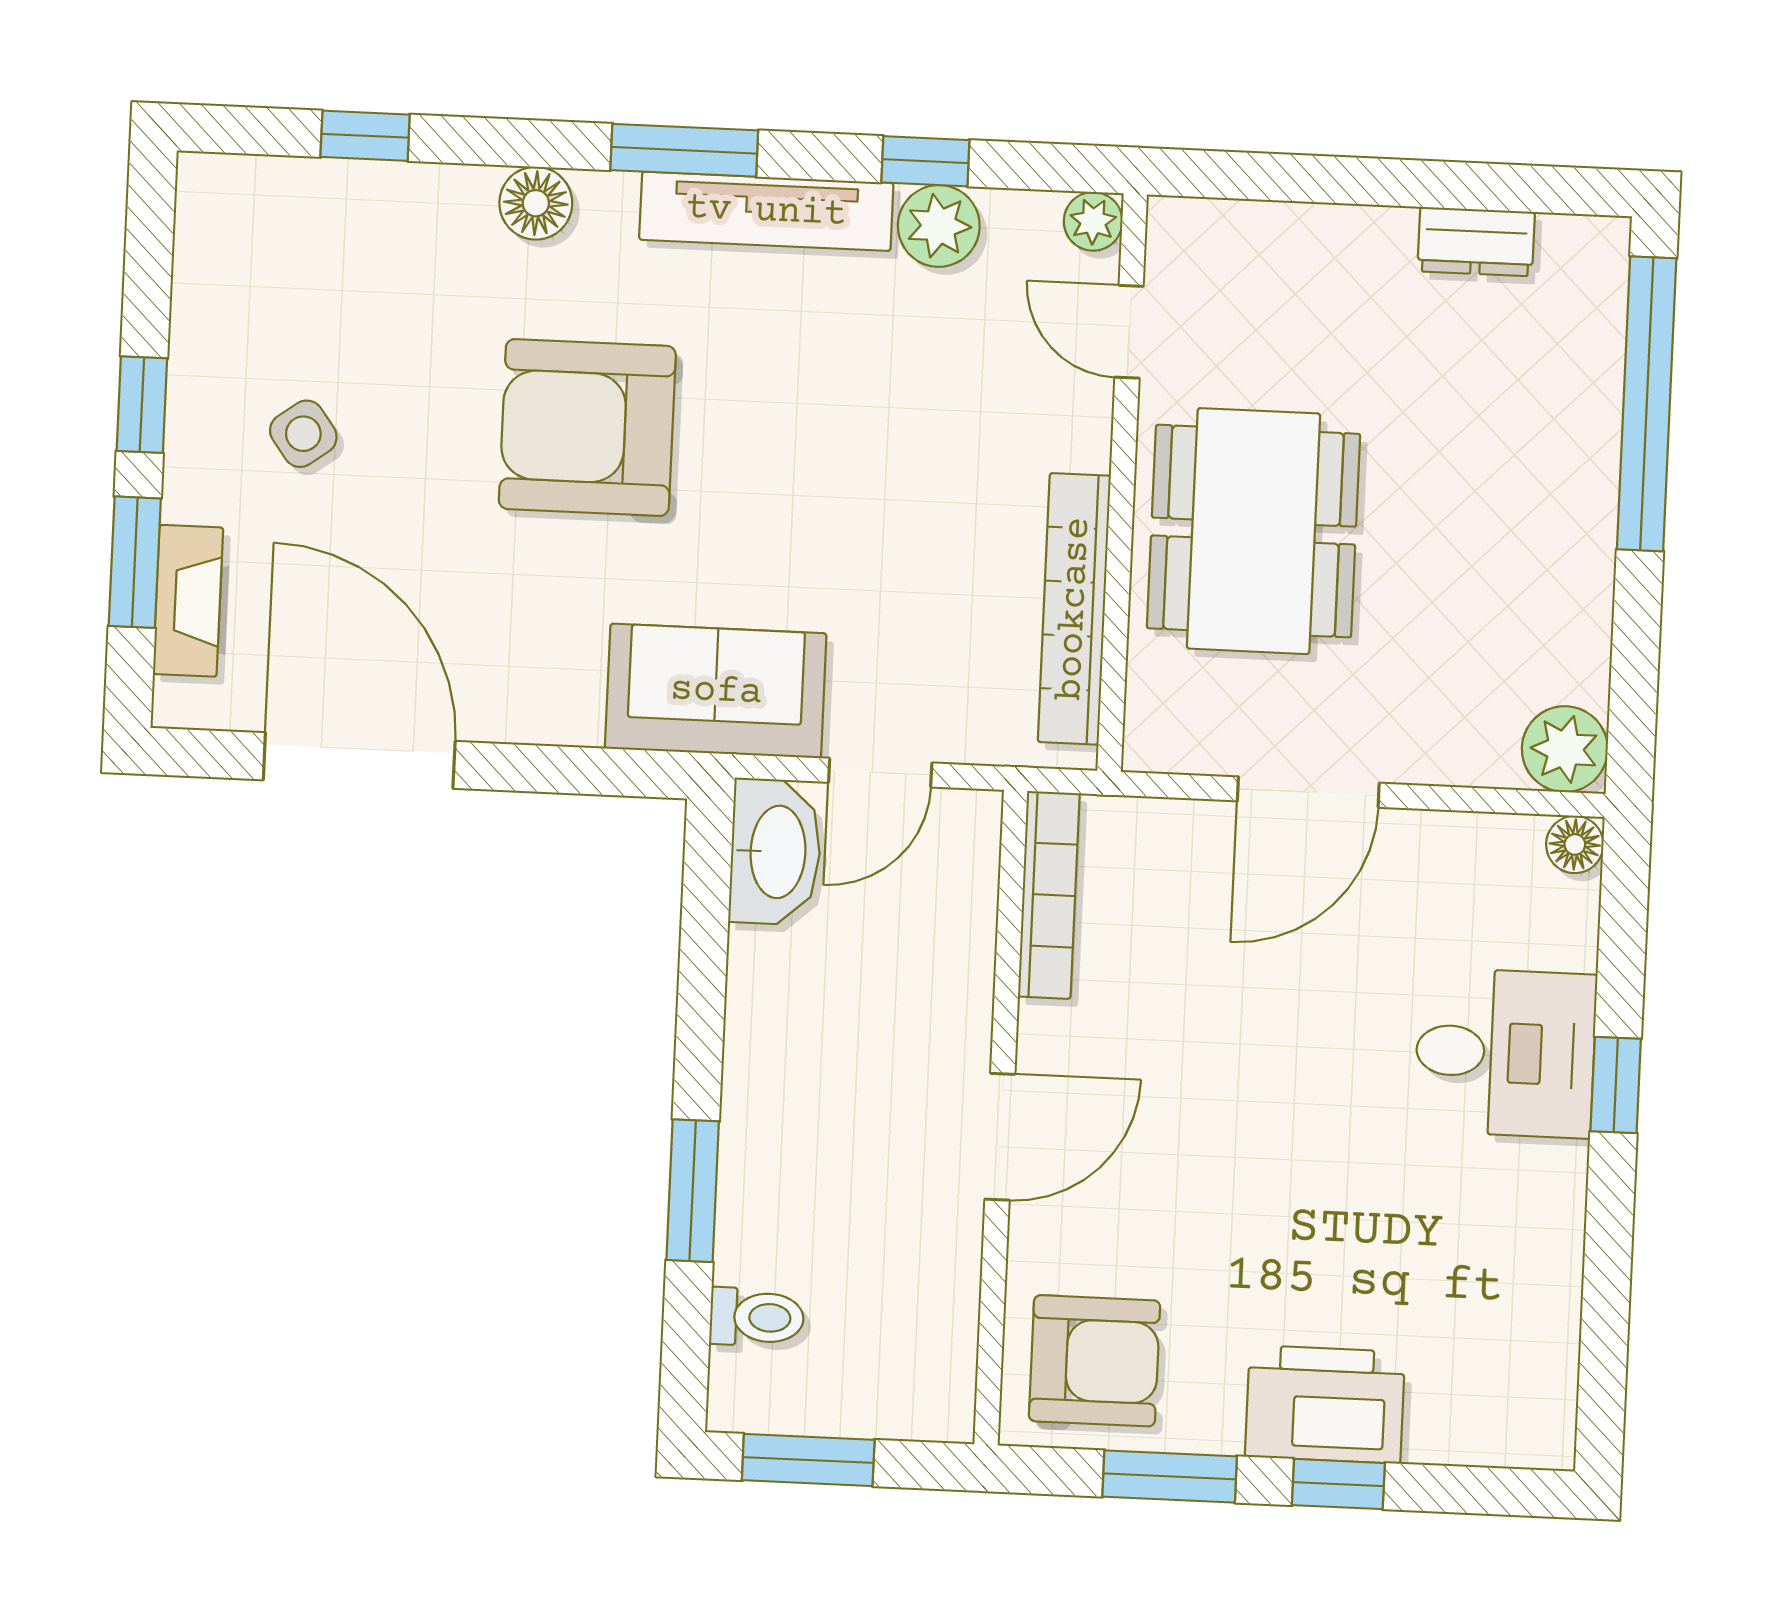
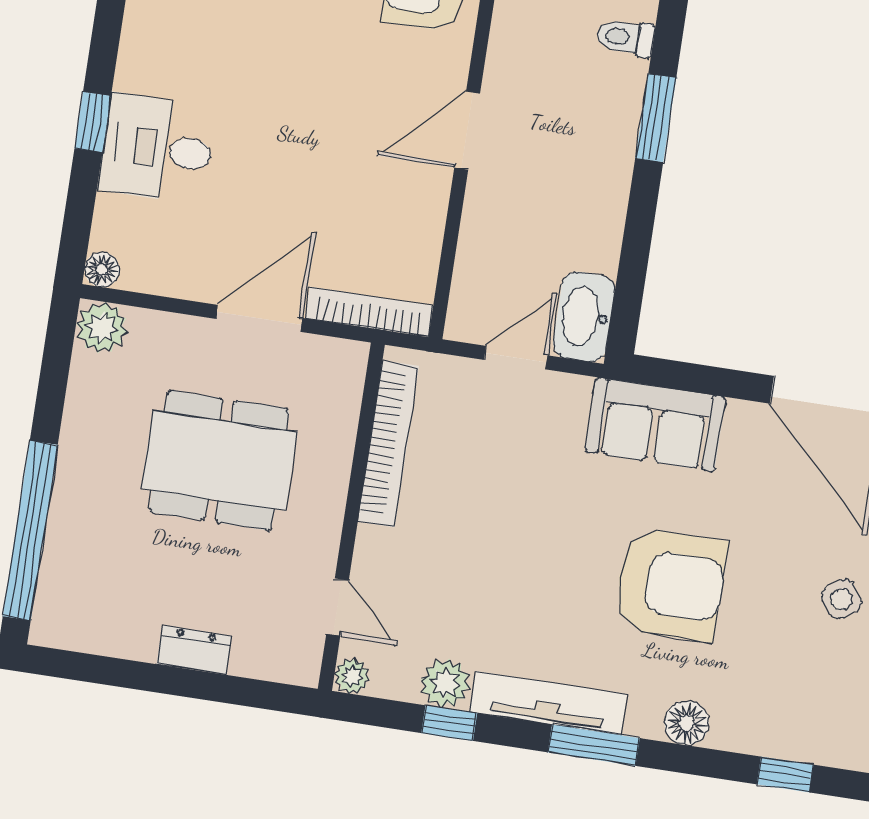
dresser: (1476, 242) -> (194, 650), moved
dining table: (1254, 531) -> (219, 460), moved, turned 90
sofa: (716, 691) -> (655, 424), moved
bookcase: (1049, 895) -> (369, 312), moved, turned 90

